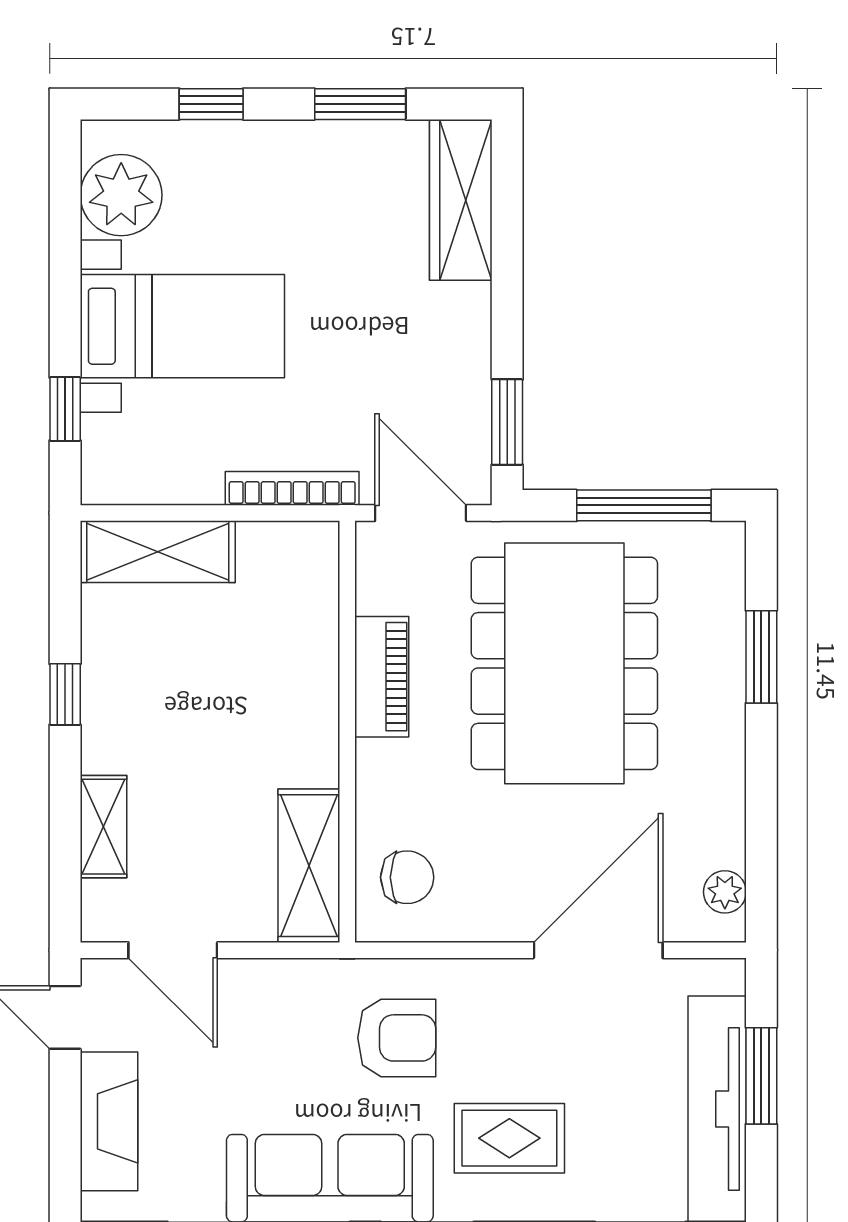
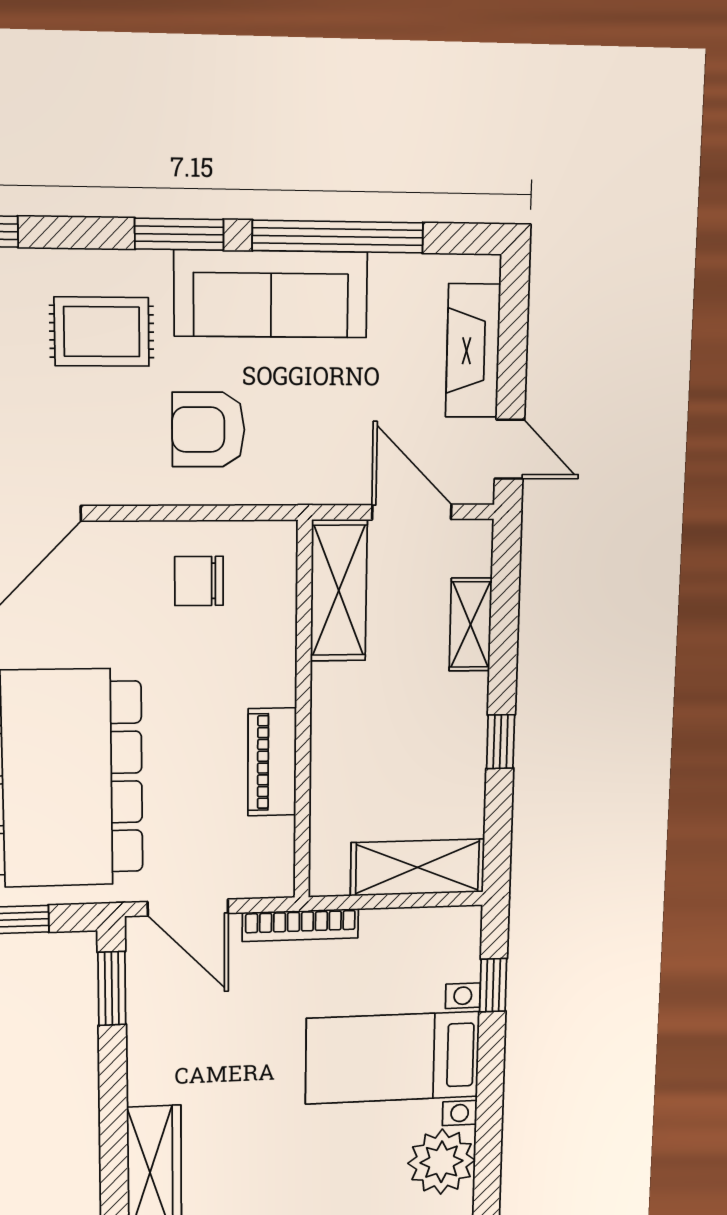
piano: (382, 677) -> (272, 762), moved
wall: (347, 732) -> (303, 712), moved
shelving: (309, 866) -> (339, 590), moved

